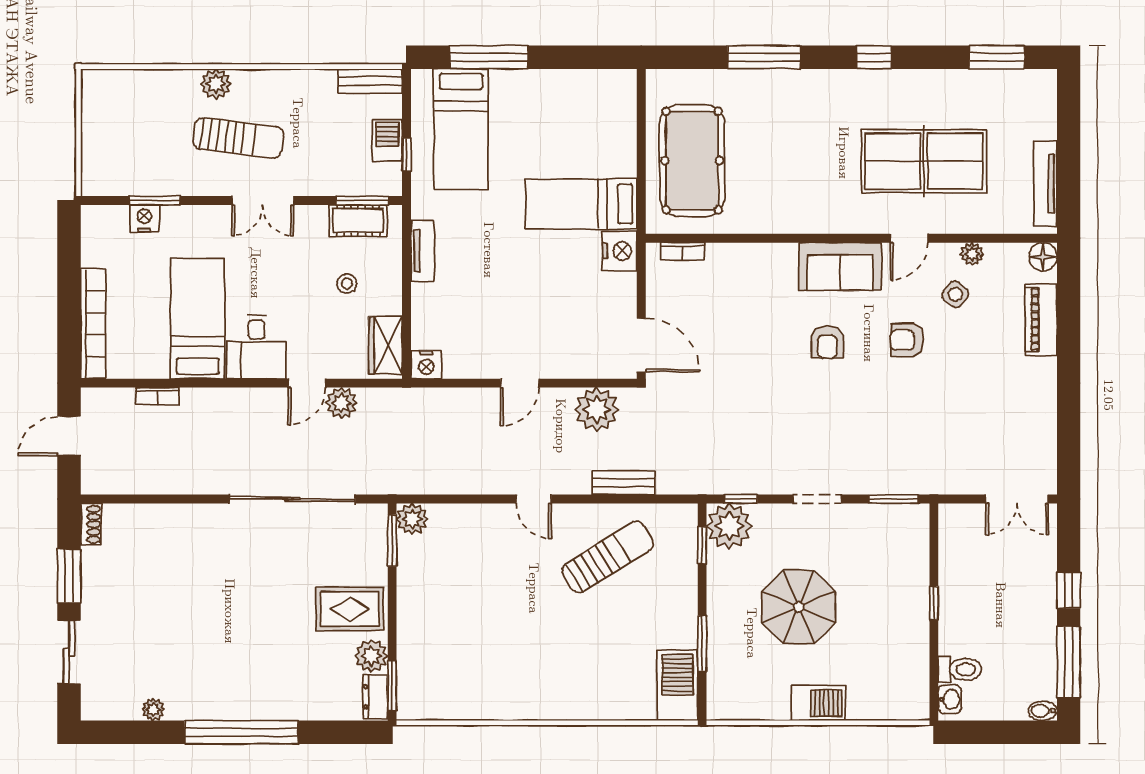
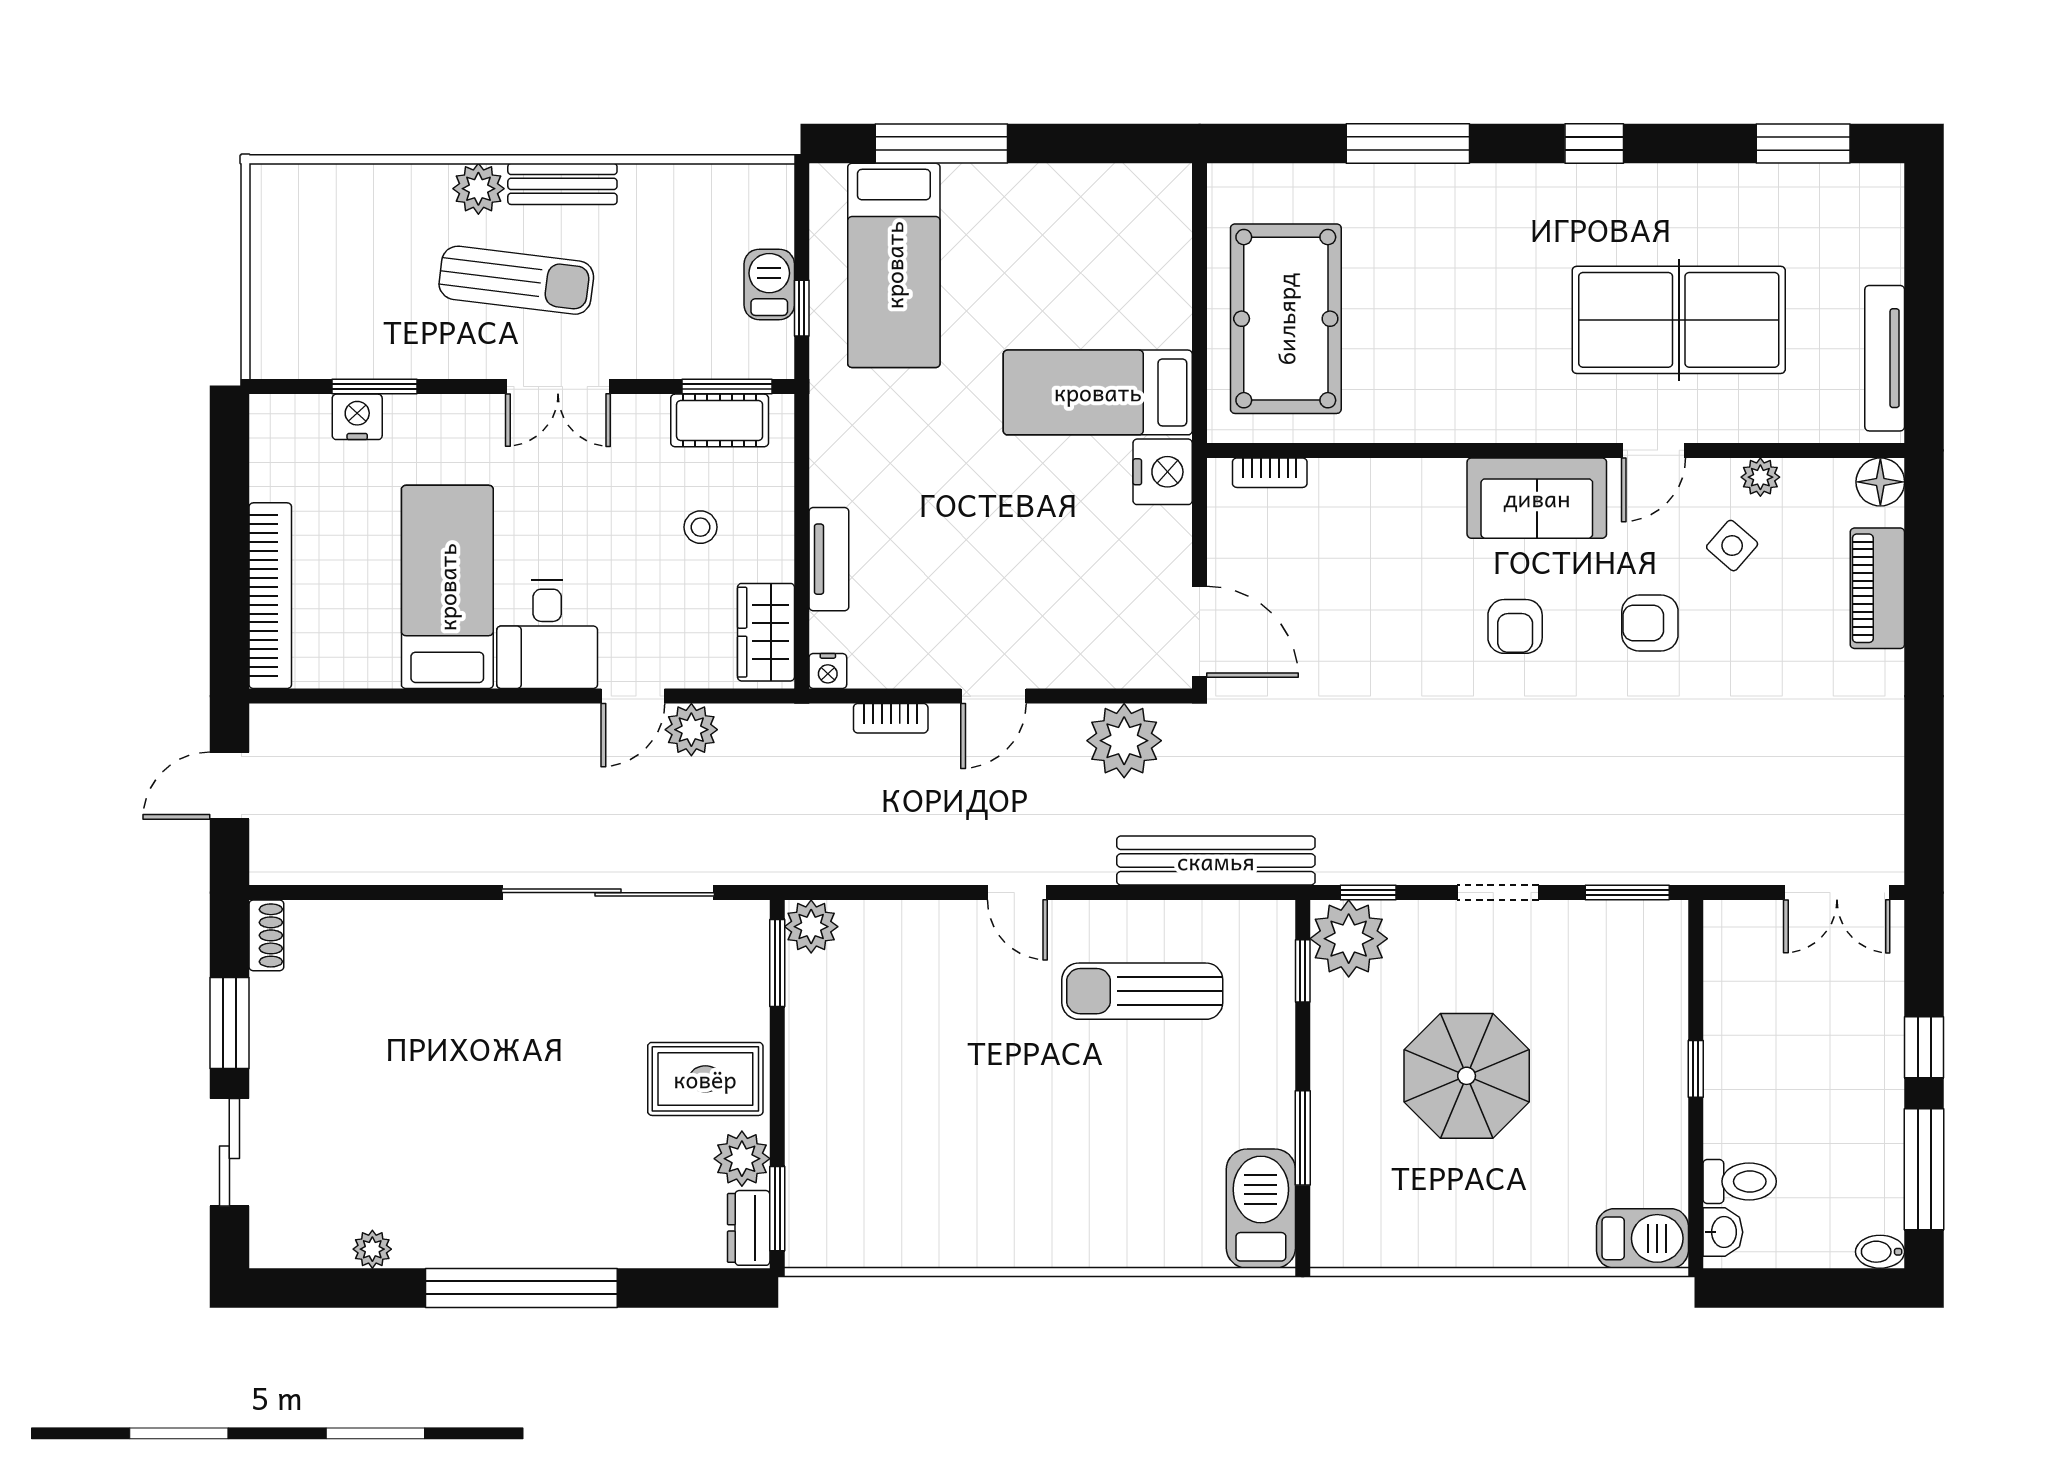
bench: (370, 81) -> (562, 184), moved
tv unit: (423, 251) -> (829, 559), moved
nightstand: (426, 365) -> (828, 671), width x0.72, depth x0.74
bookcase: (157, 396) -> (891, 718), moved
bench: (624, 483) -> (1216, 861), width x1.86, depth x1.21
sun lounger: (607, 557) -> (1142, 991), turned -148
barbecue: (818, 703) -> (1643, 1238), moved

